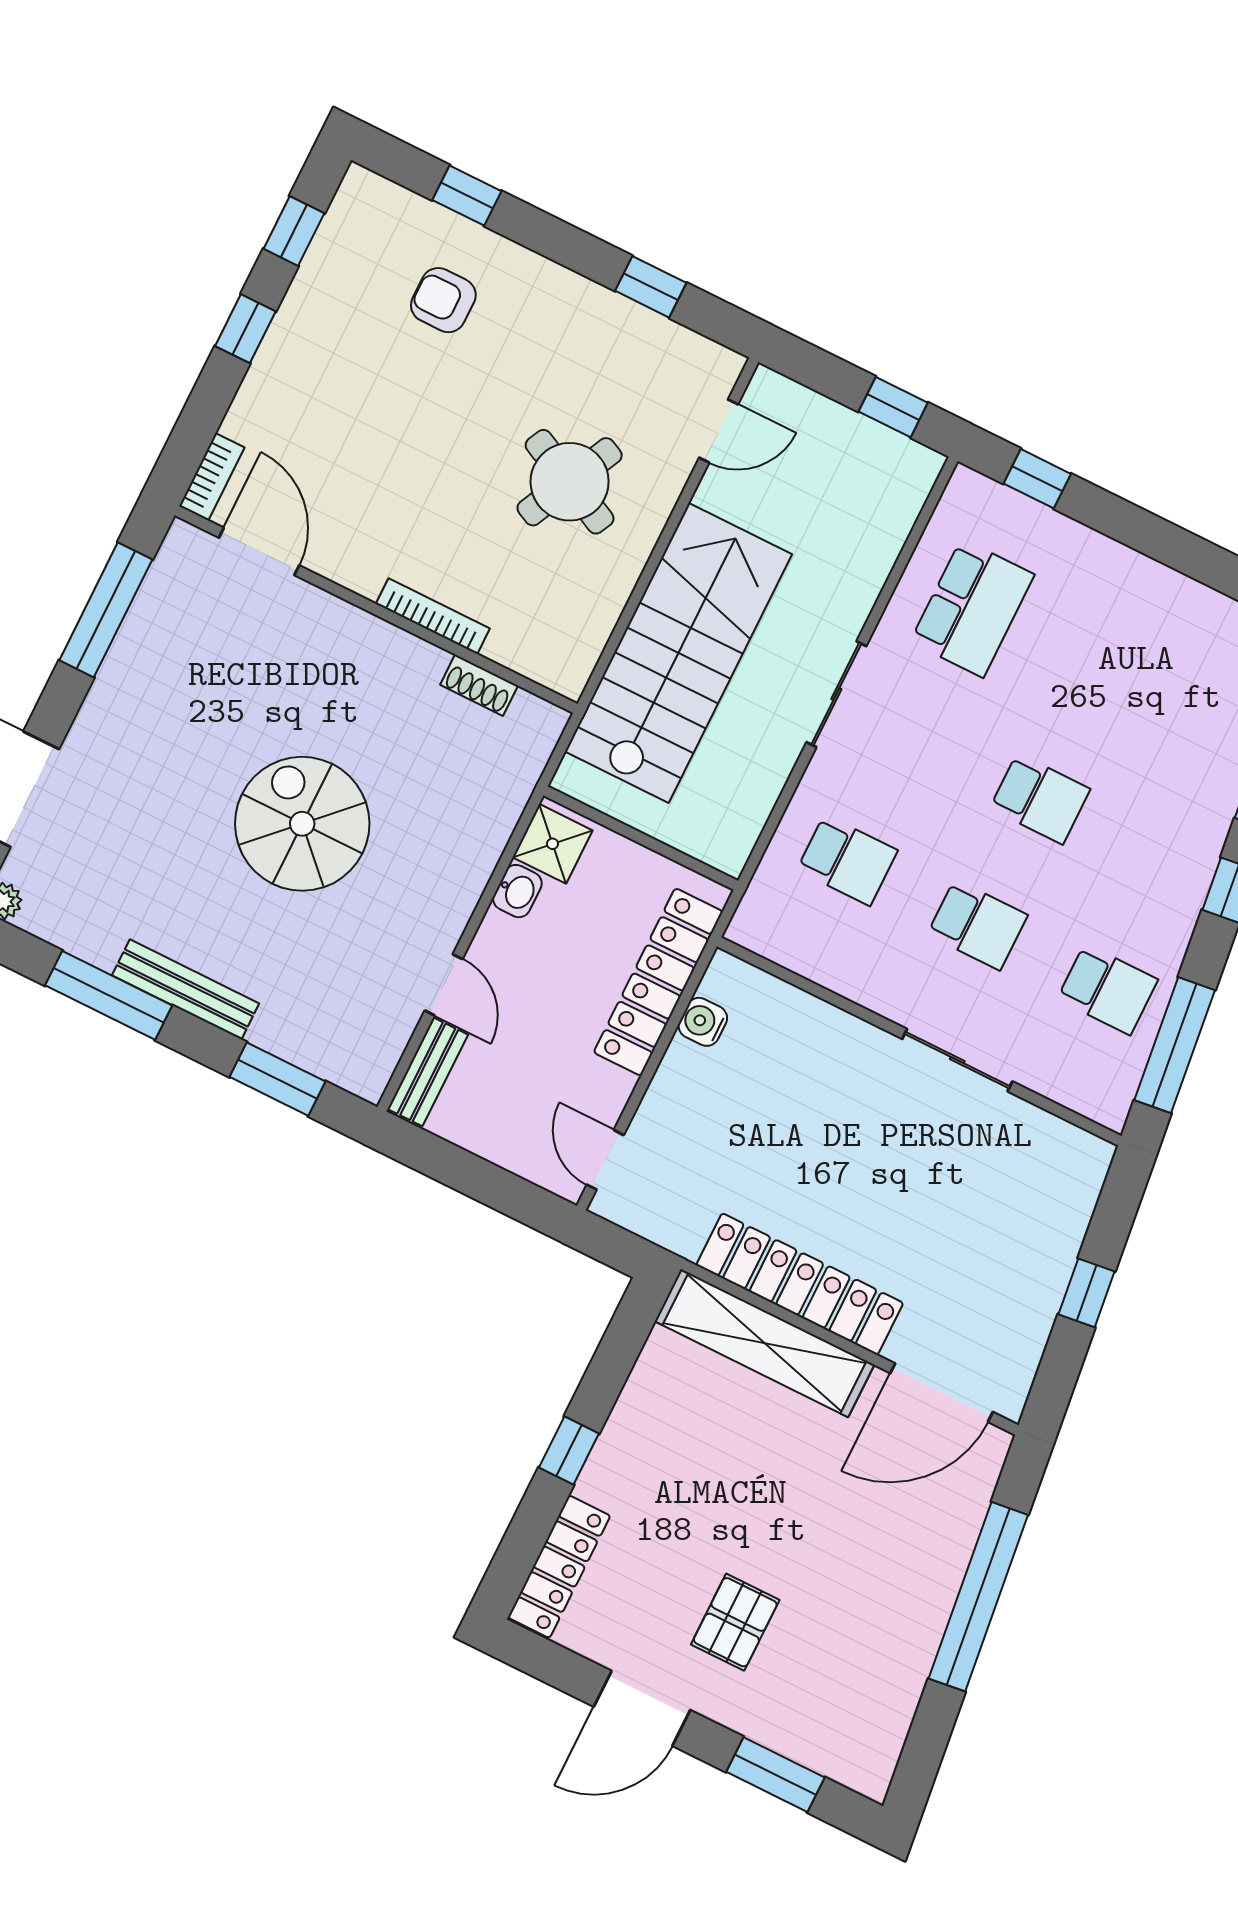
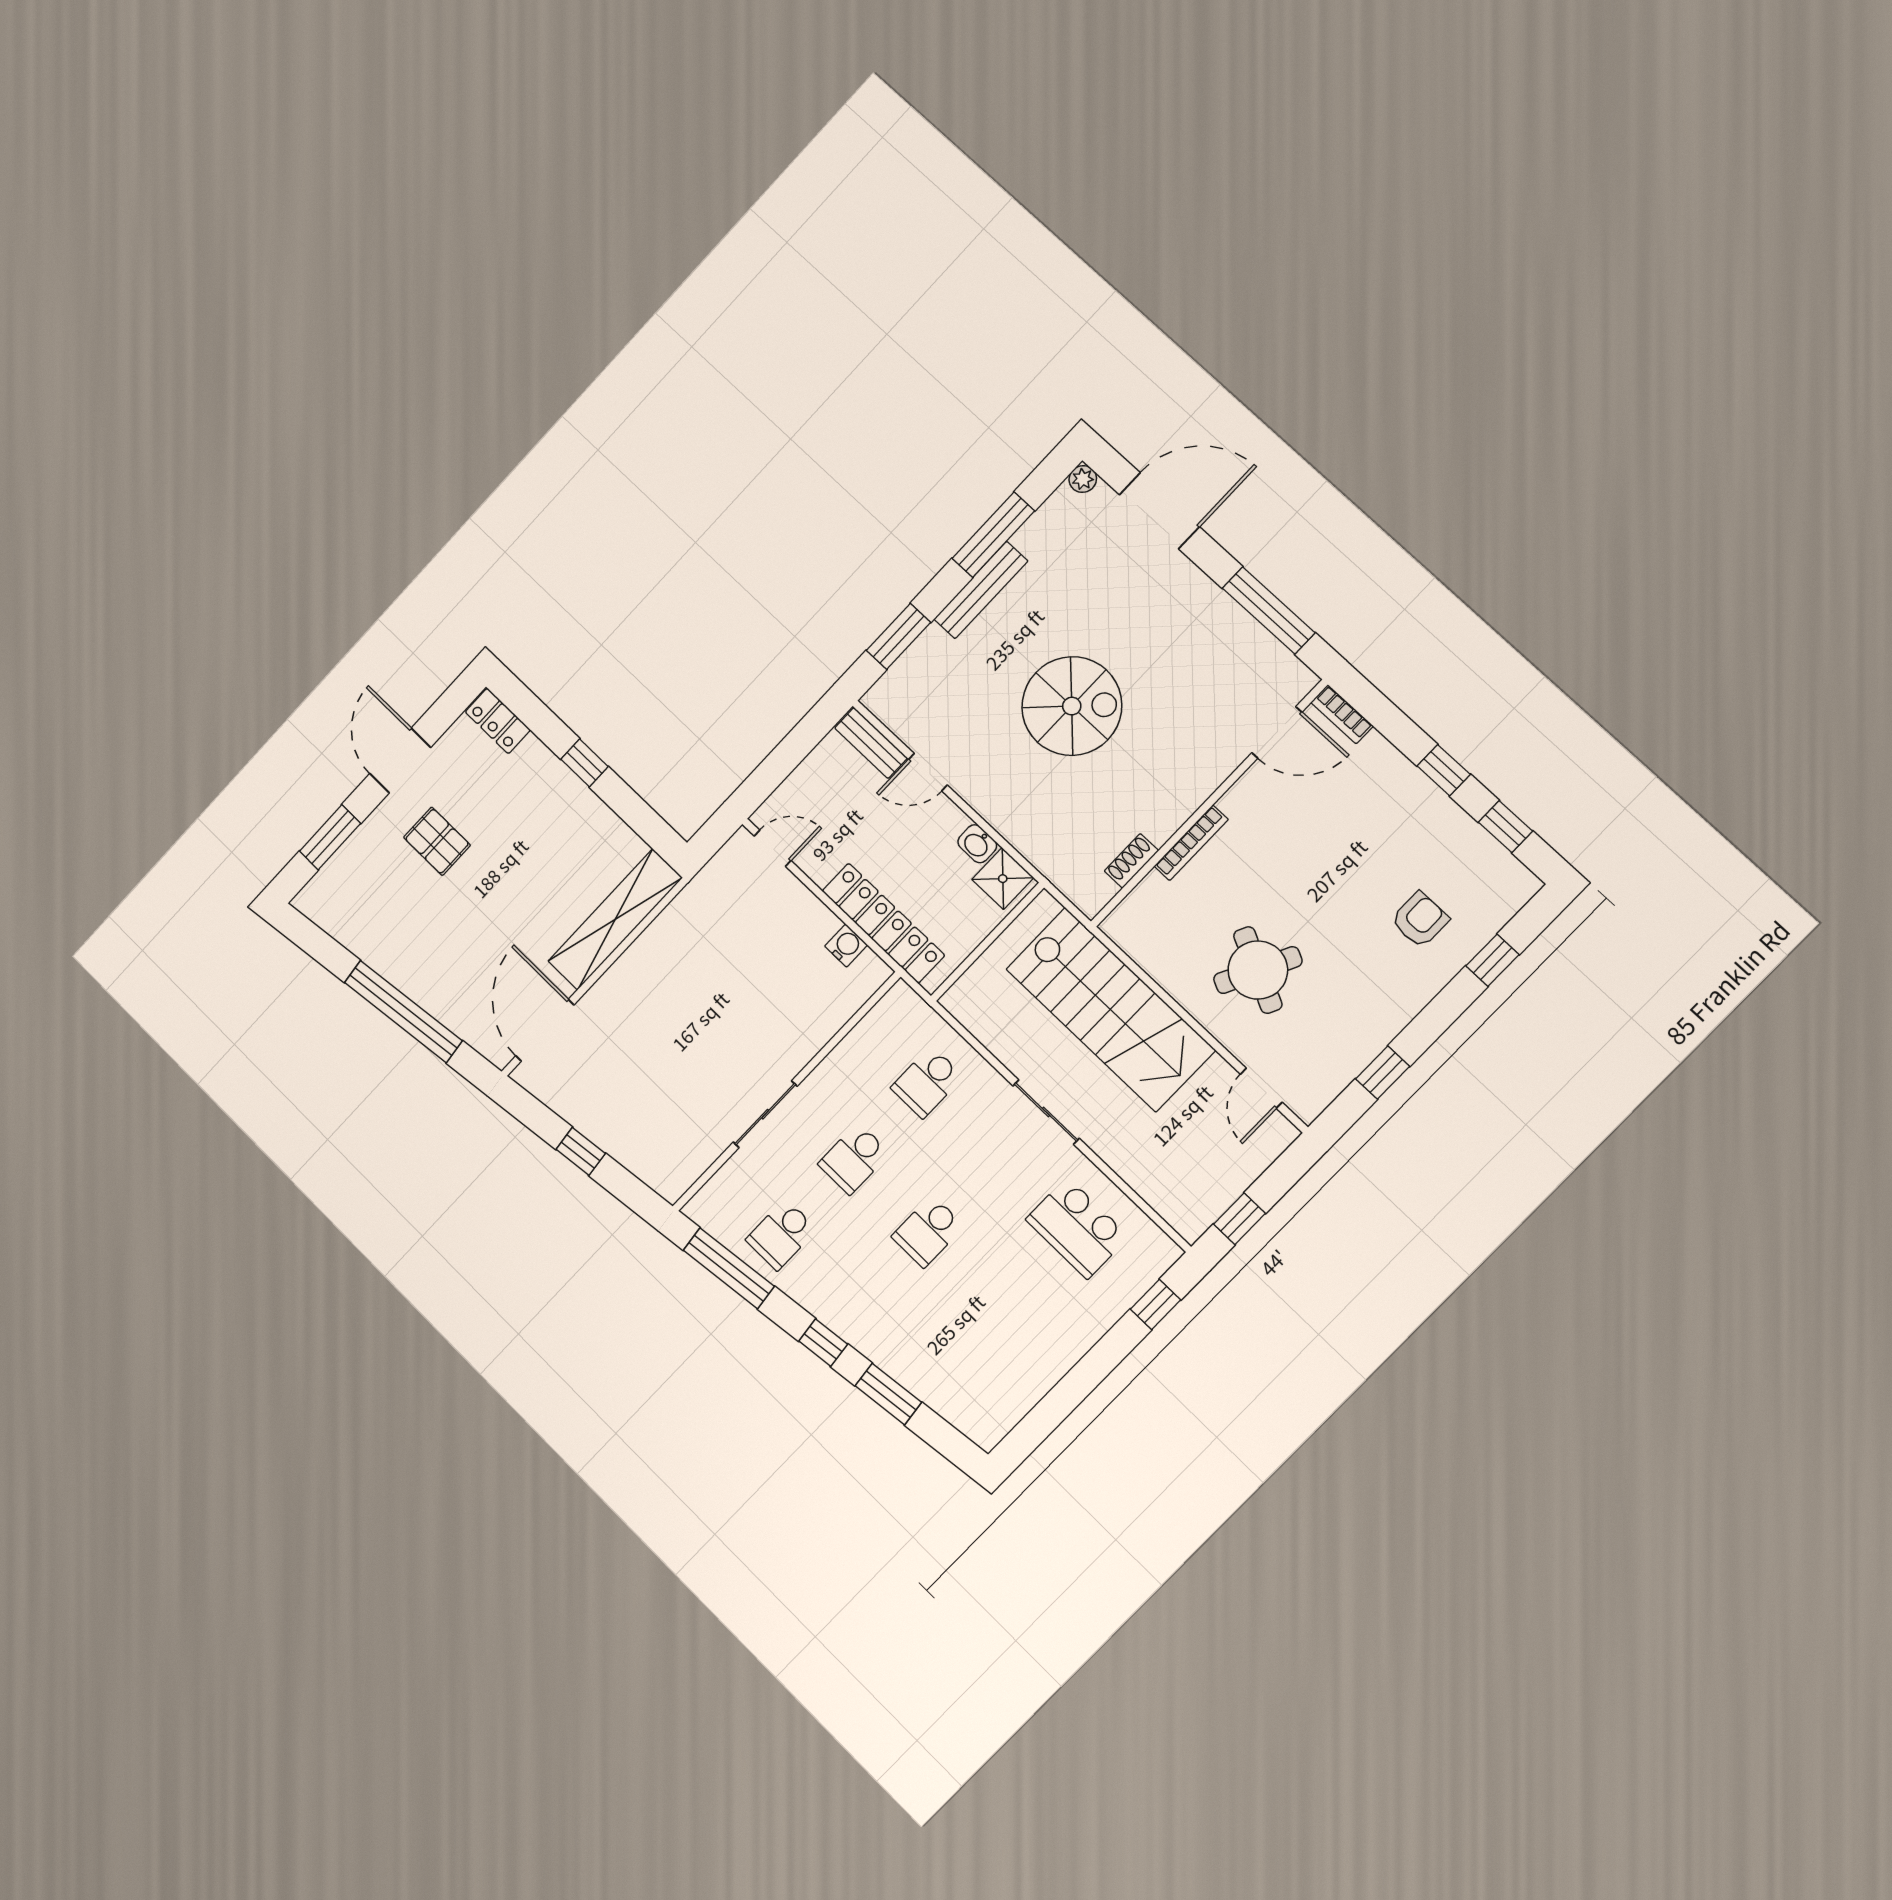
locker: (800, 1284) -> (647, 956), removed
locker: (559, 1567) -> (498, 721), width x0.66

